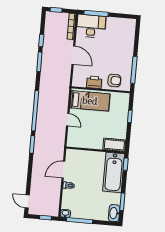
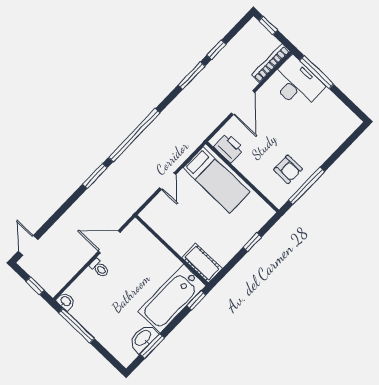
armchair: (114, 80) -> (288, 169), moved
printer: (94, 82) -> (229, 148), moved
washbasin: (114, 213) -> (143, 338), moved

